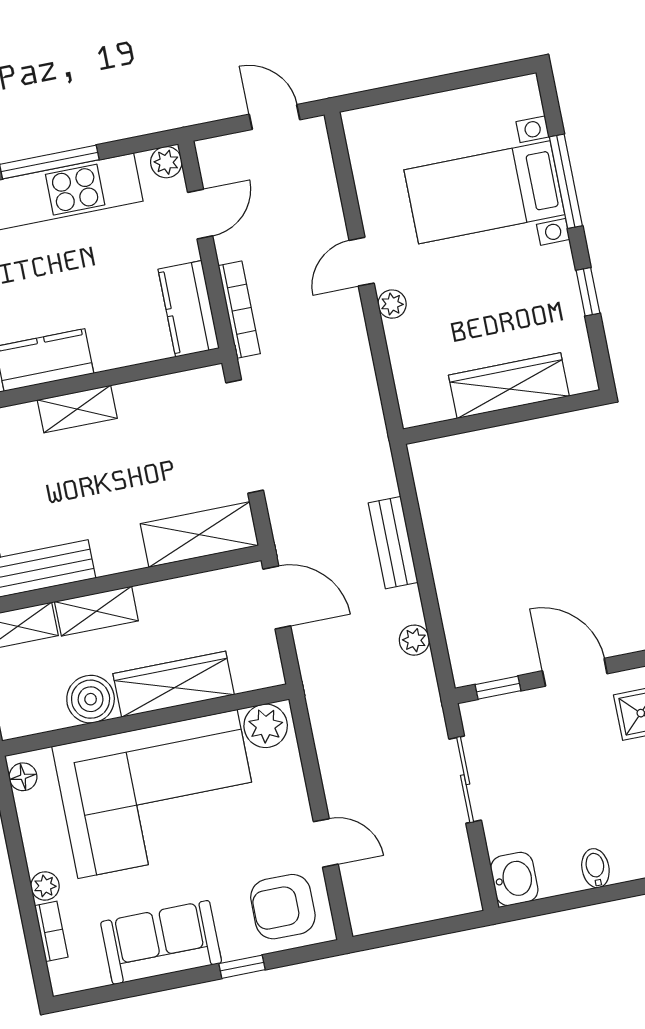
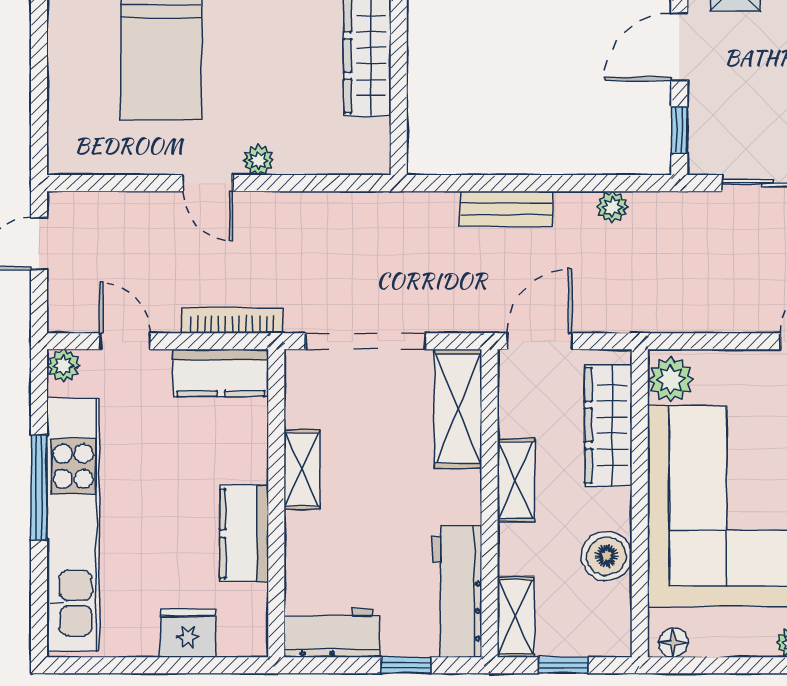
shelving: (77, 409) -> (302, 470), moved
shelving: (96, 611) -> (516, 480), moved
wardrobe: (174, 684) -> (608, 425), moved

